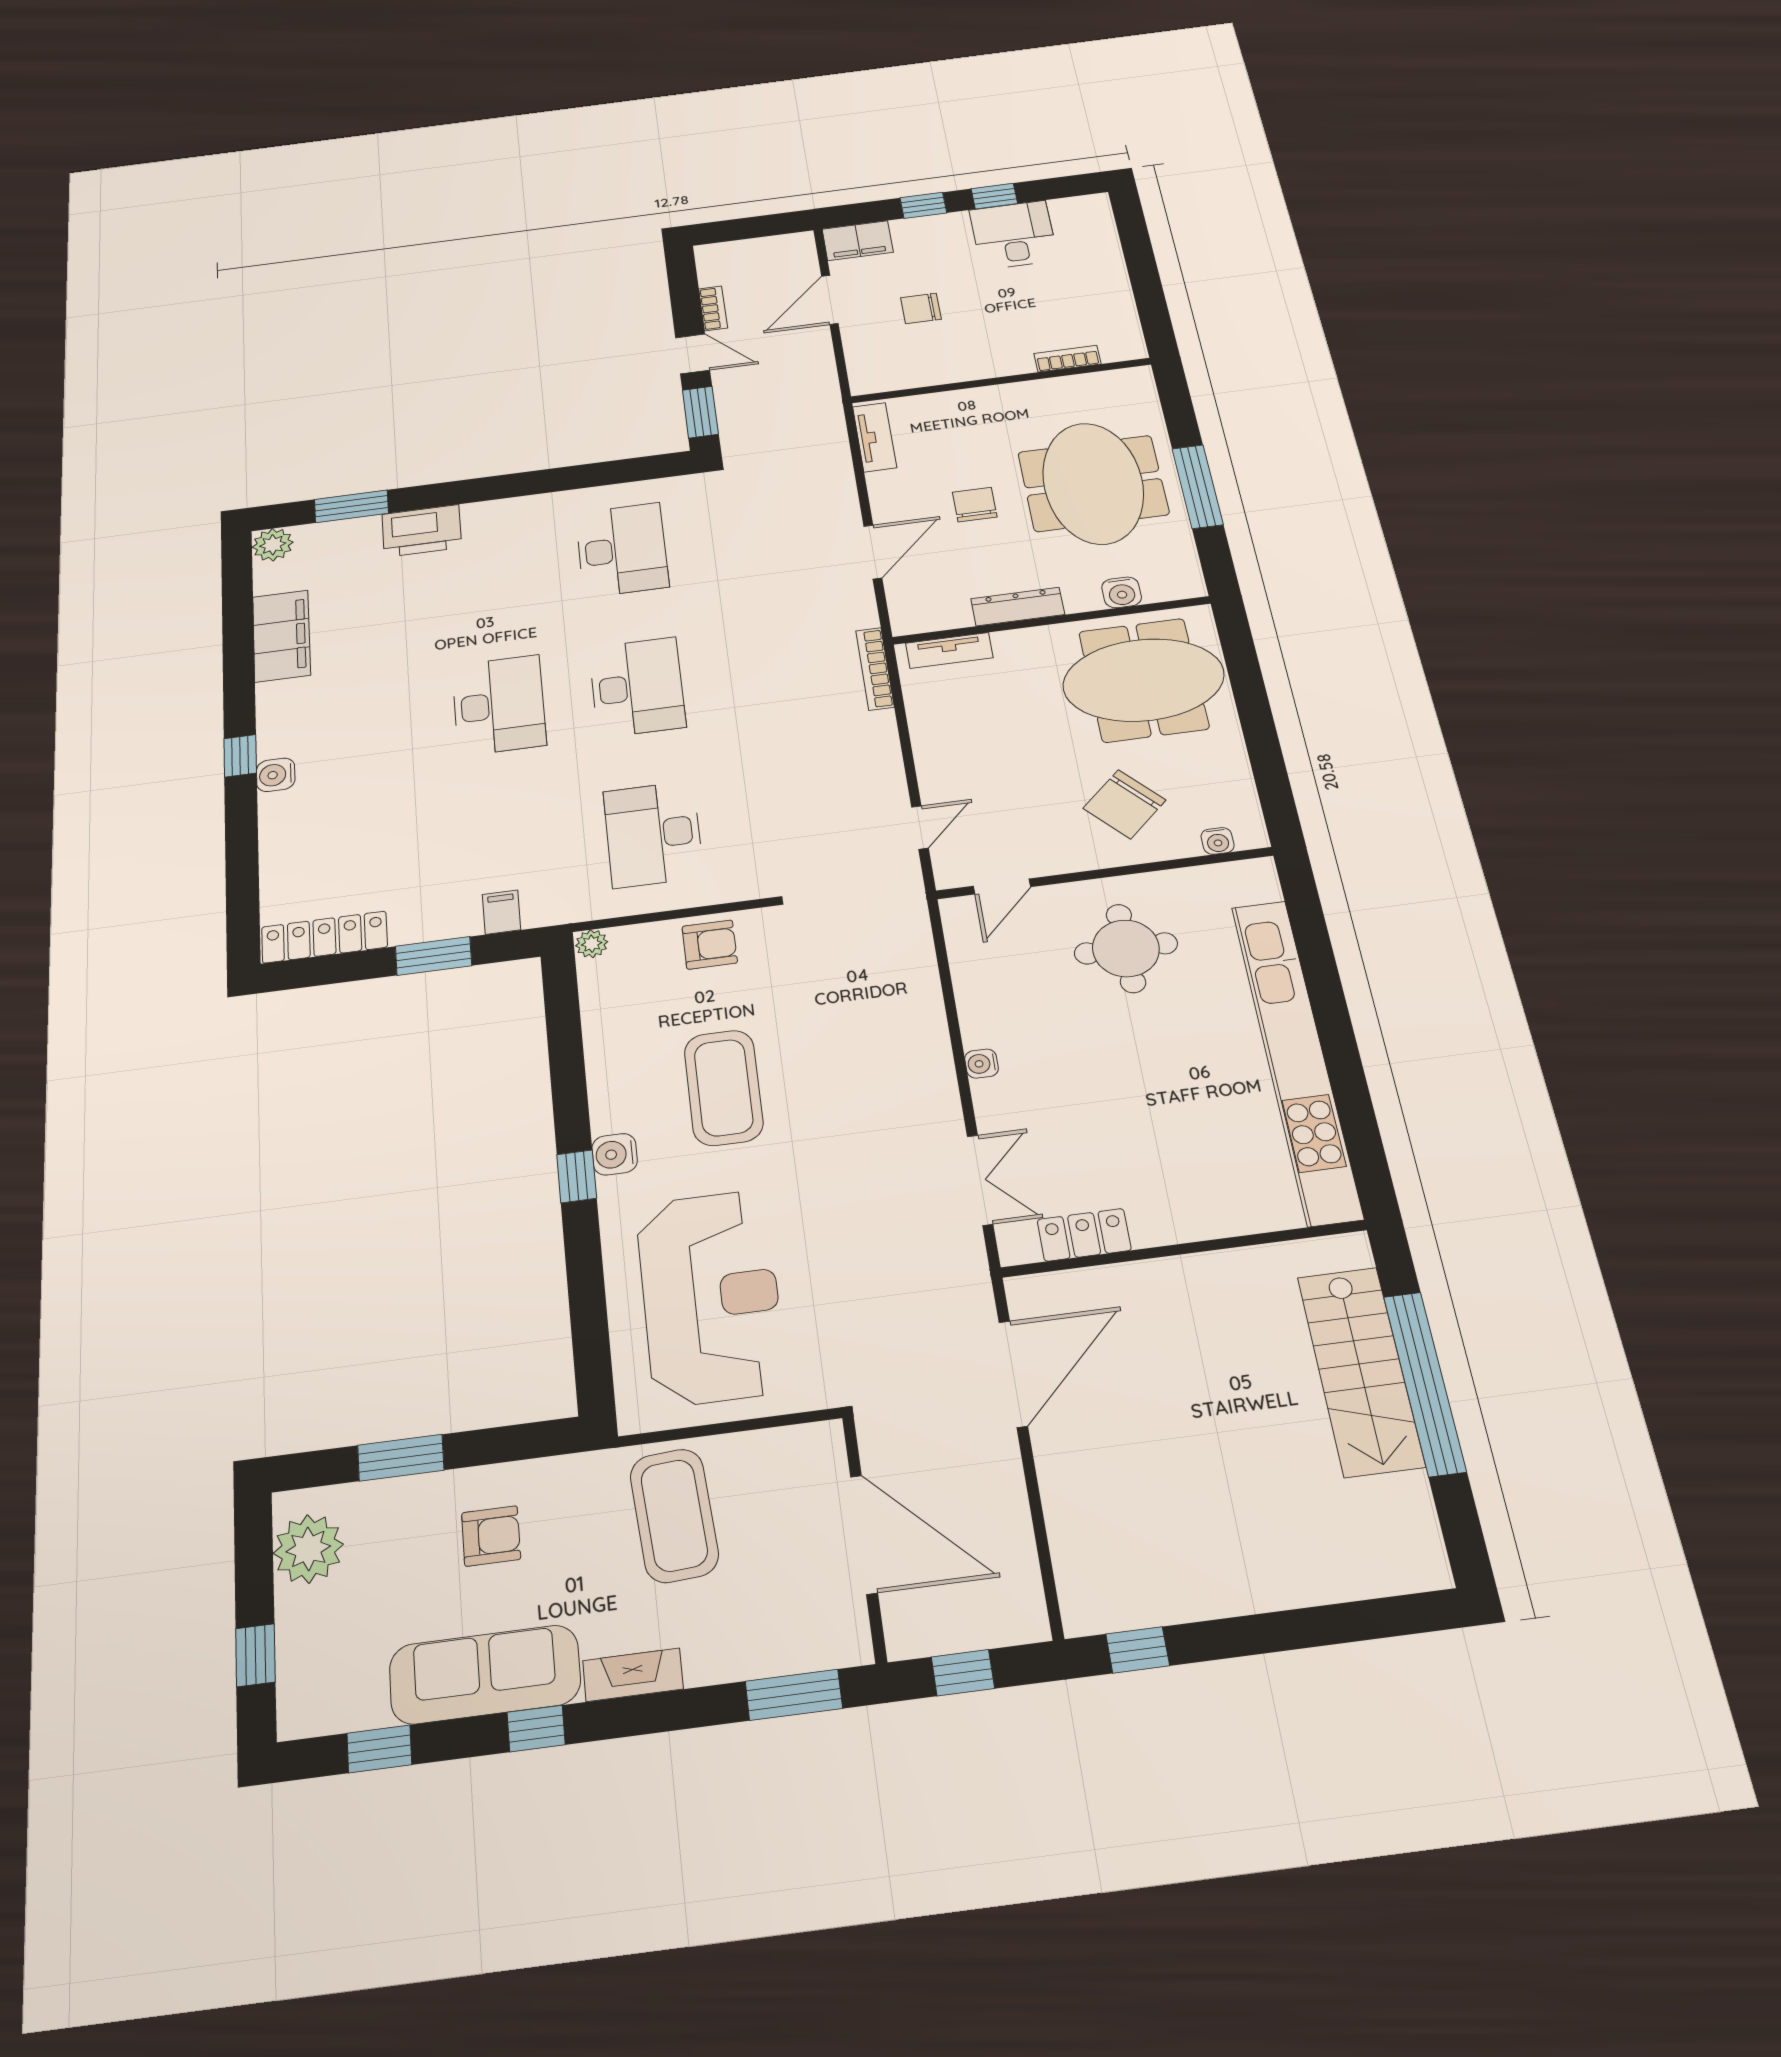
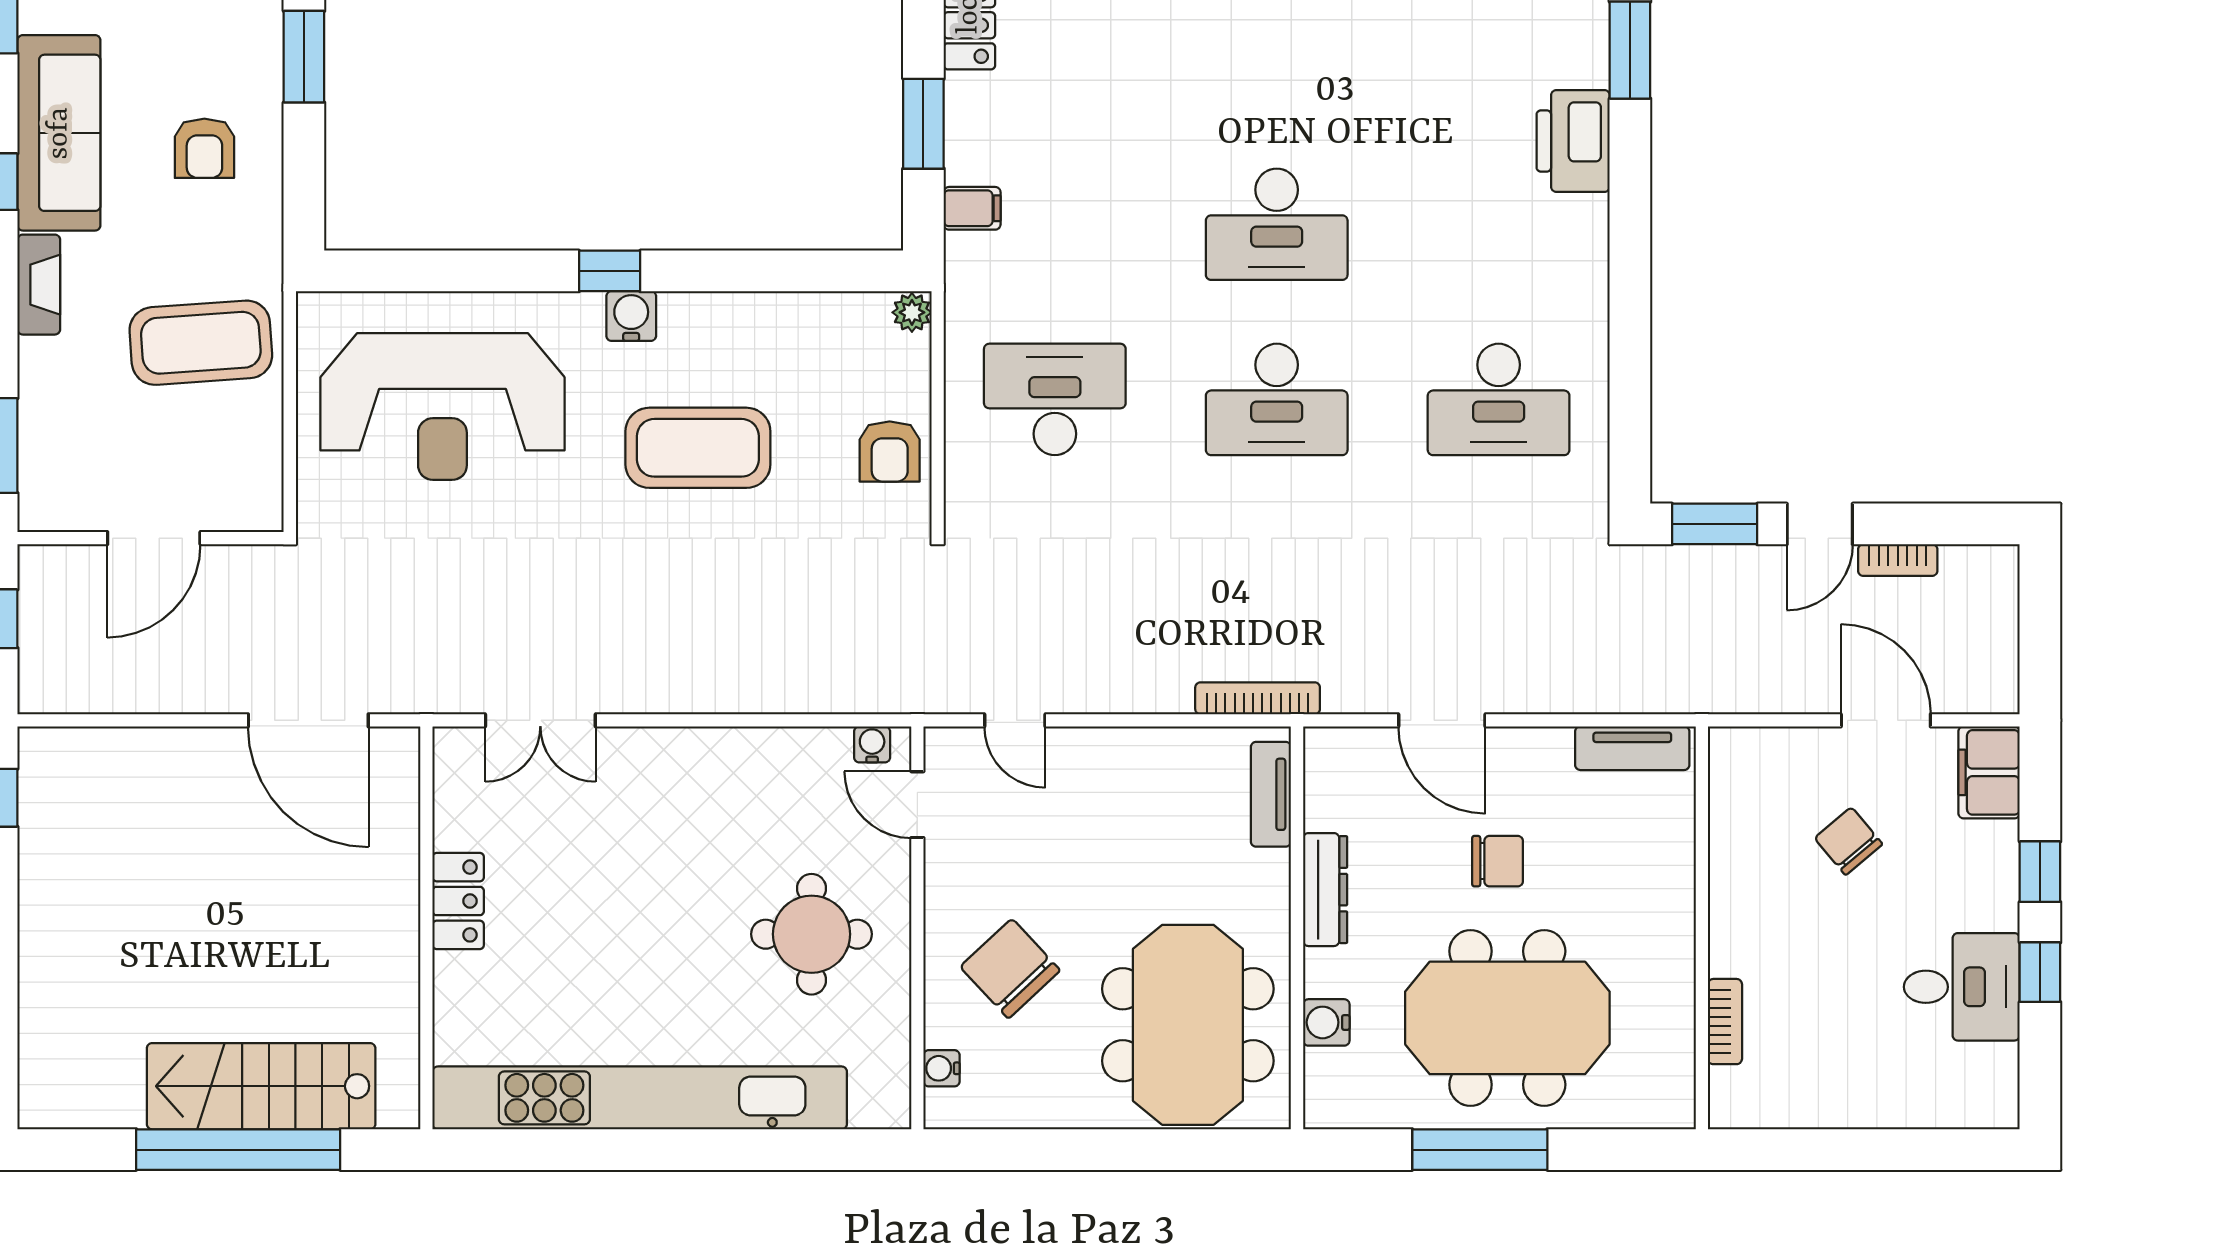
chair: (921, 308) -> (1848, 841), turned -40
water cooler: (982, 1064) -> (872, 744), moved
locker: (1084, 1235) -> (458, 901), moved
door: (864, 1534) -> (154, 538), width x0.73

